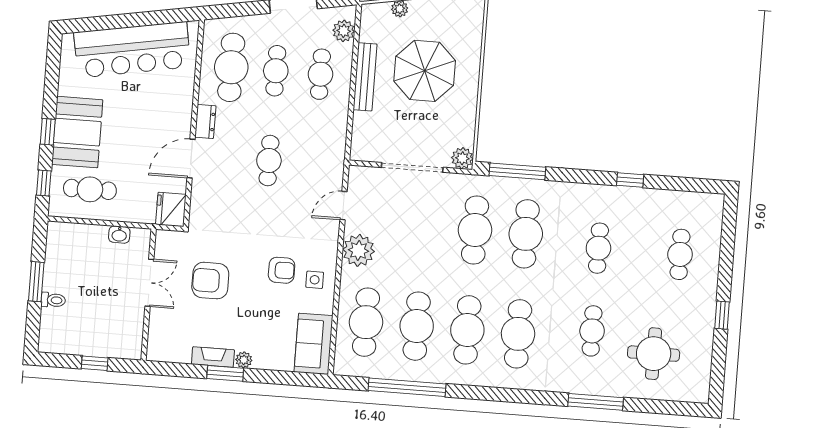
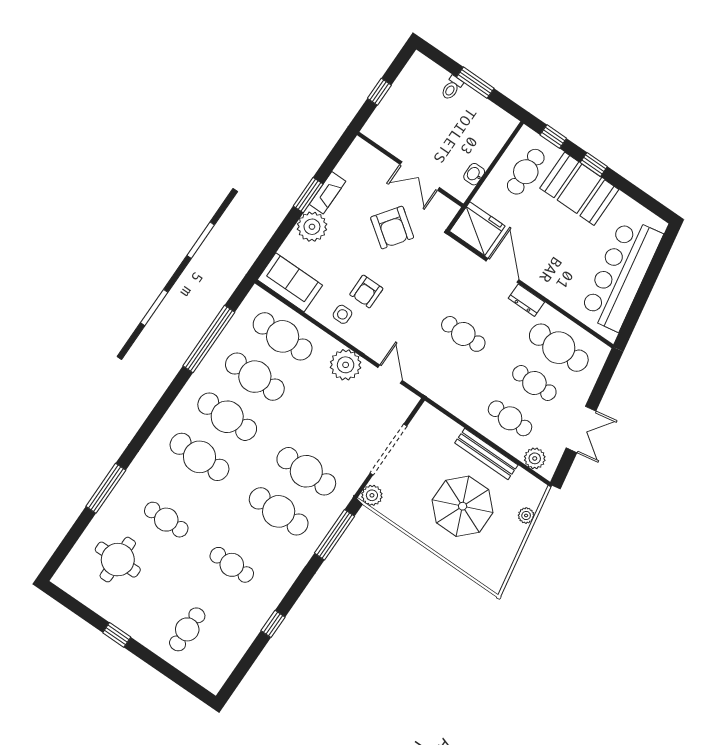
fridge: (171, 209) -> (477, 229), width x1.36, depth x1.34
cafe table: (680, 254) -> (187, 629), turned 90
armchair: (210, 281) -> (392, 228), turned 126
plant: (244, 360) -> (312, 227), width x1.88, depth x1.88

